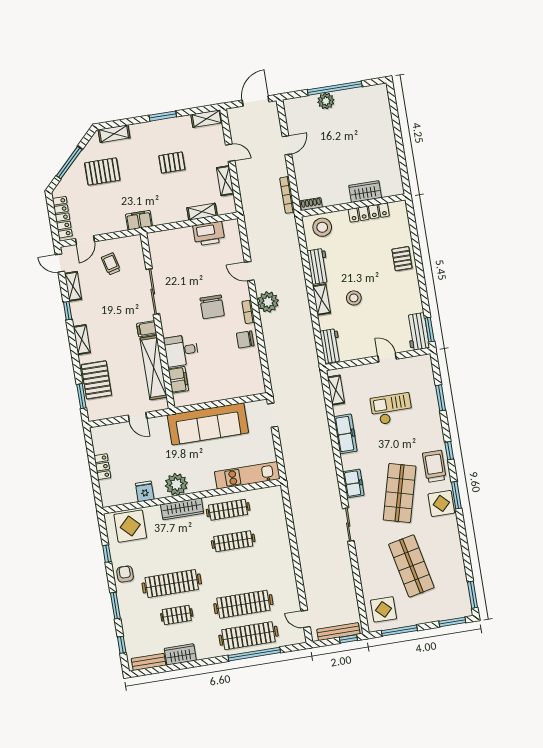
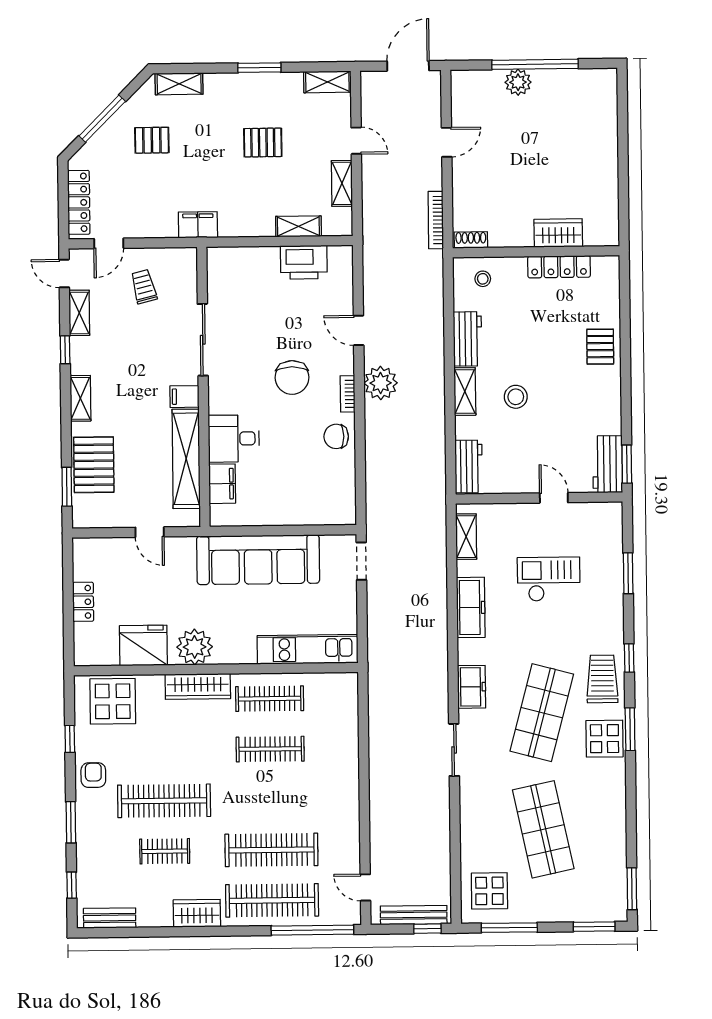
pallet: (102, 171) -> (152, 140), width x0.67, depth x0.71
stool: (322, 227) -> (483, 279), width x0.53, depth x0.53
fridge: (145, 491) -> (143, 645), width x1.88, depth x1.34
wardrobe: (180, 654) -> (197, 913), moved
window: (254, 654) -> (312, 930), moved

